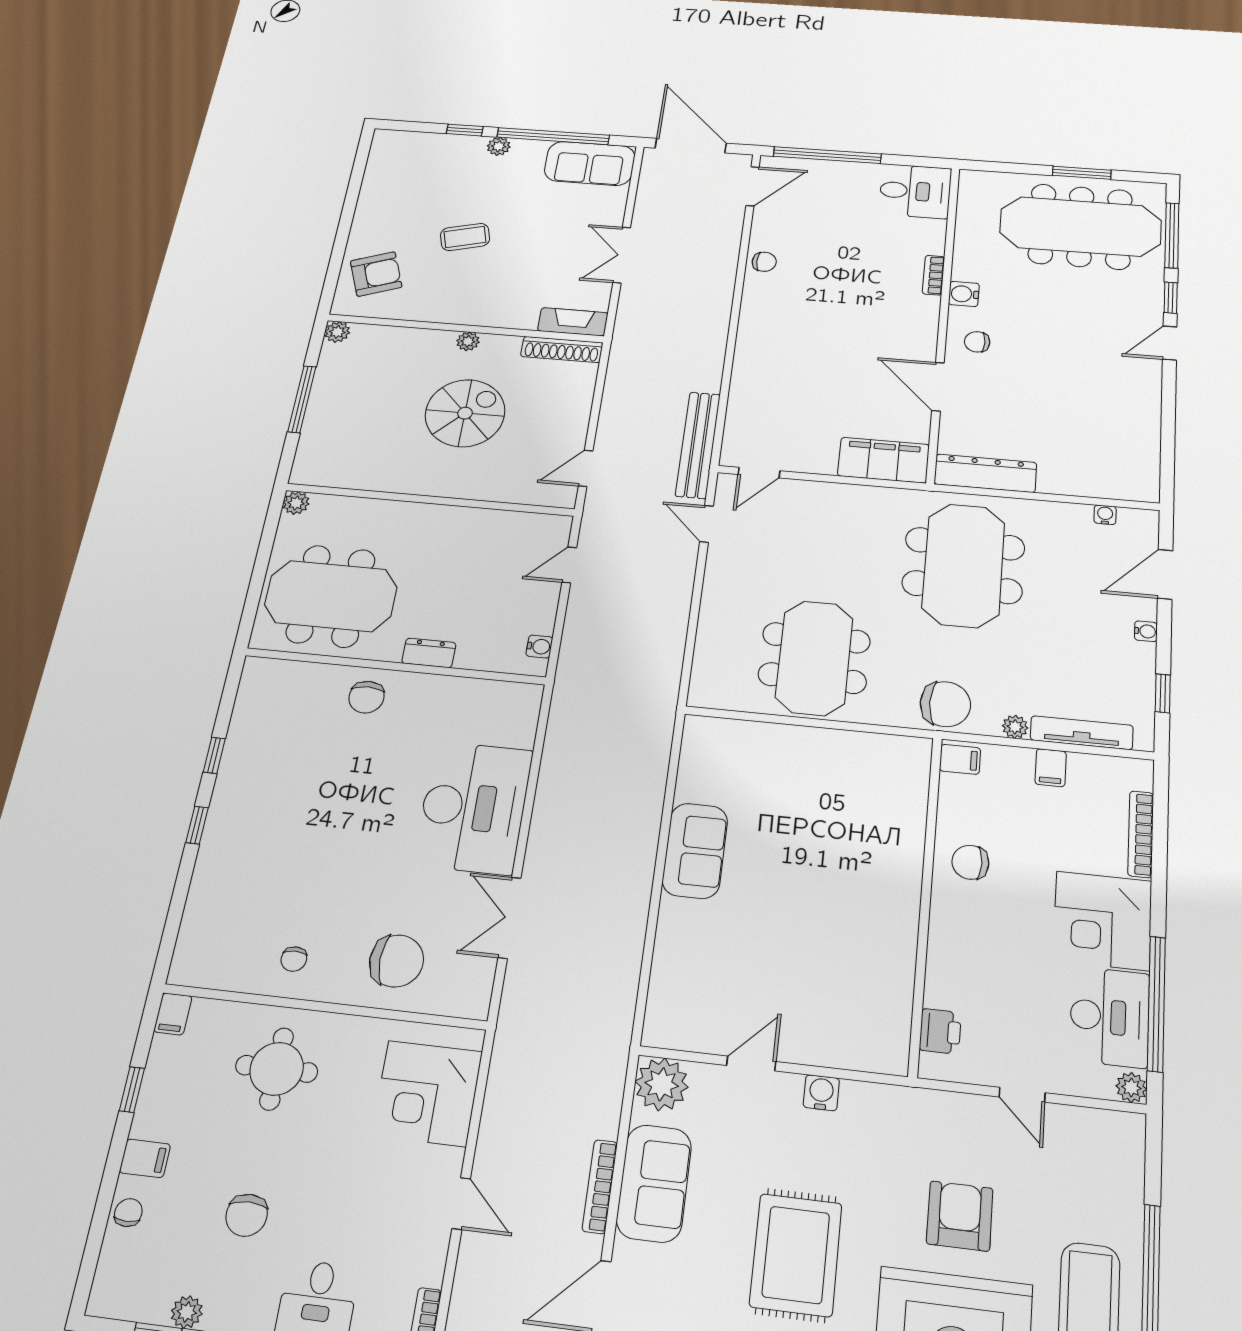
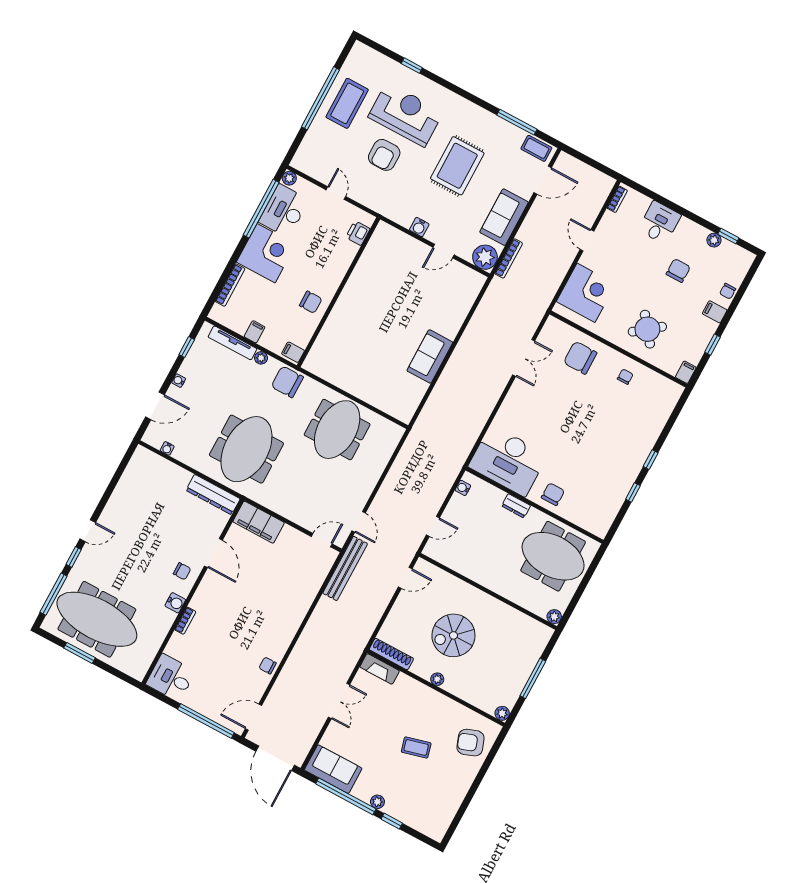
desk: (473, 807) -> (508, 461), moved, turned -90
round table: (277, 1069) -> (647, 329), turned -38
bookcase: (600, 1186) -> (509, 258), moved

